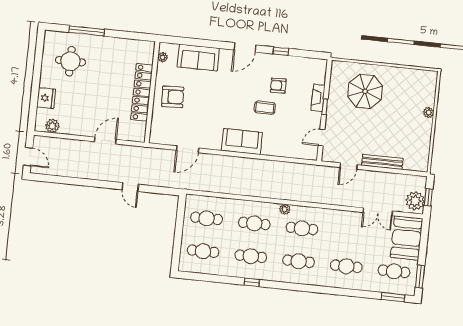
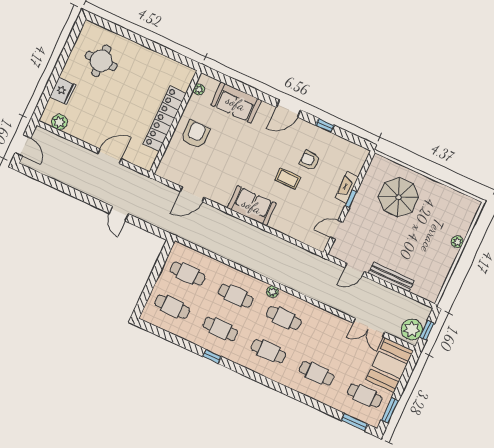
window: (87, 31) -> (129, 35), removed
armchair: (173, 97) -> (195, 135), turned -87

